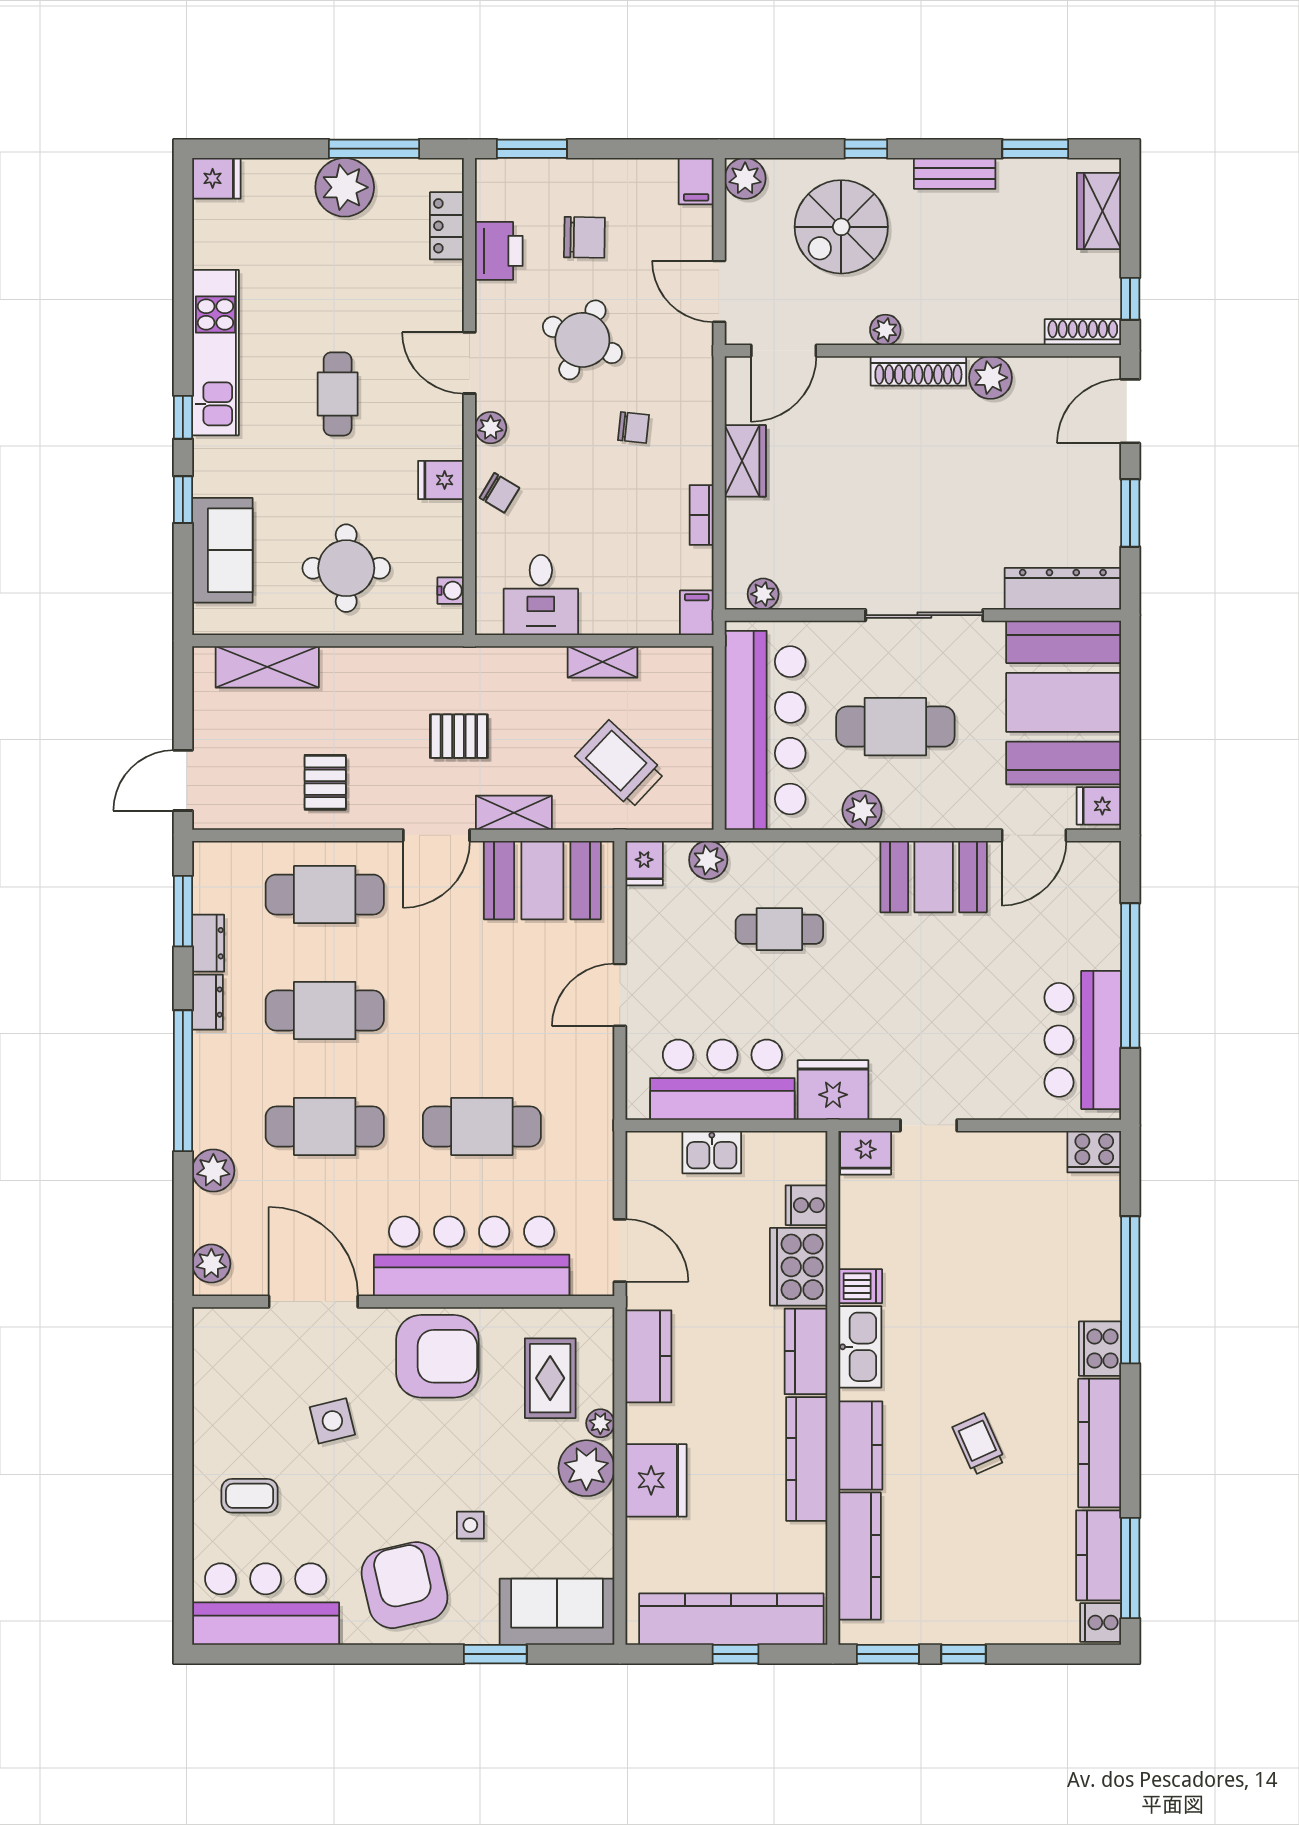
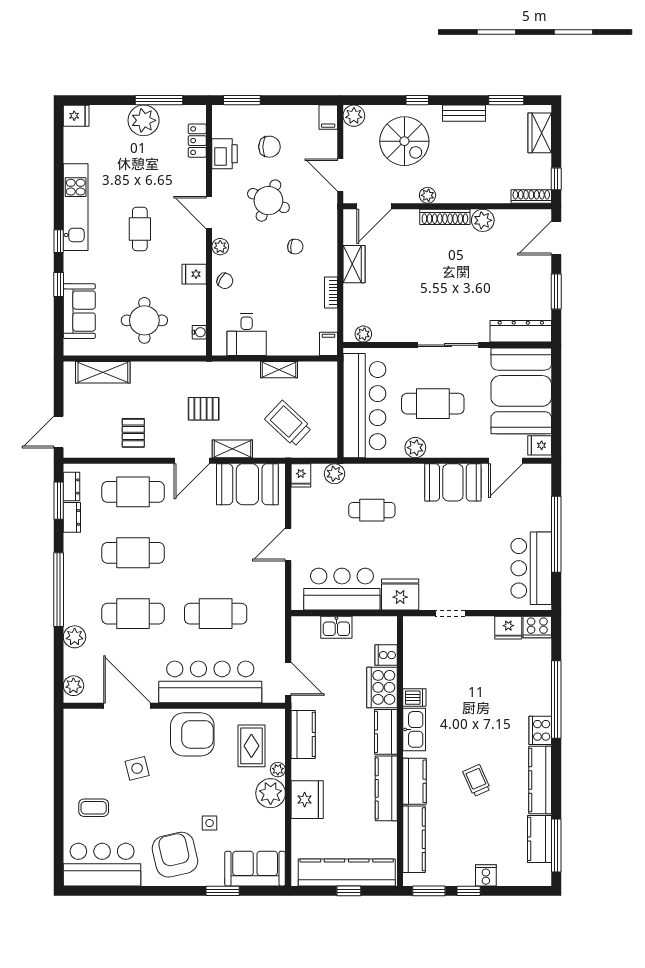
spiral stairs: (841, 227) -> (404, 141), turned -90
dresser: (208, 1002) -> (72, 487), moved
fridge: (866, 1153) -> (508, 628), moved
cooker: (1101, 1623) -> (486, 875), moved, turned 90

